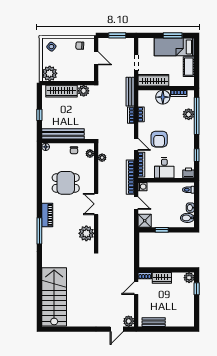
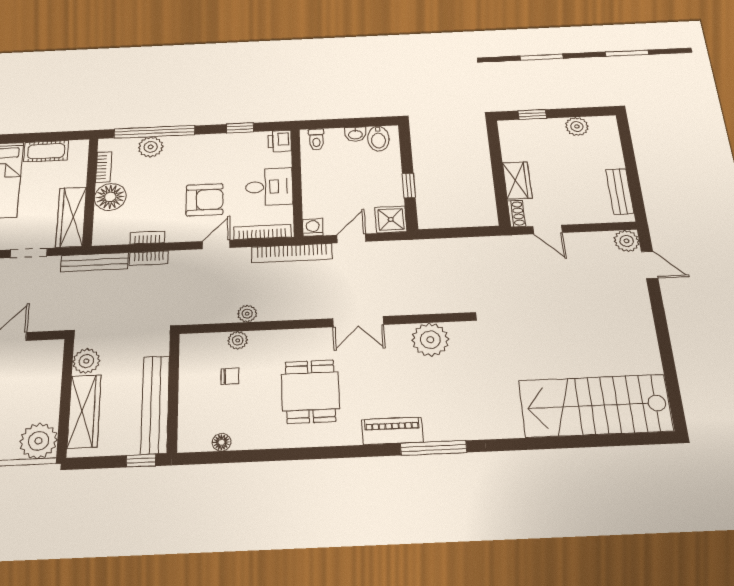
bench: (63, 134) -> (155, 404), moved
wall: (68, 141) -> (173, 392), moved
plant: (189, 278) -> (577, 126), moved

